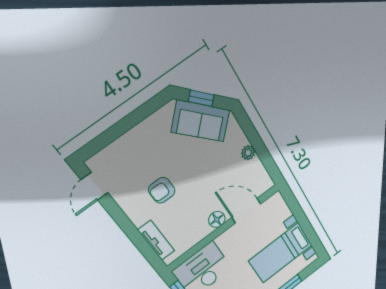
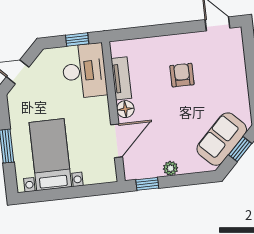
window: (270, 165) -> (147, 184), added
tv unit: (156, 240) -> (121, 78), moved, turned -90

